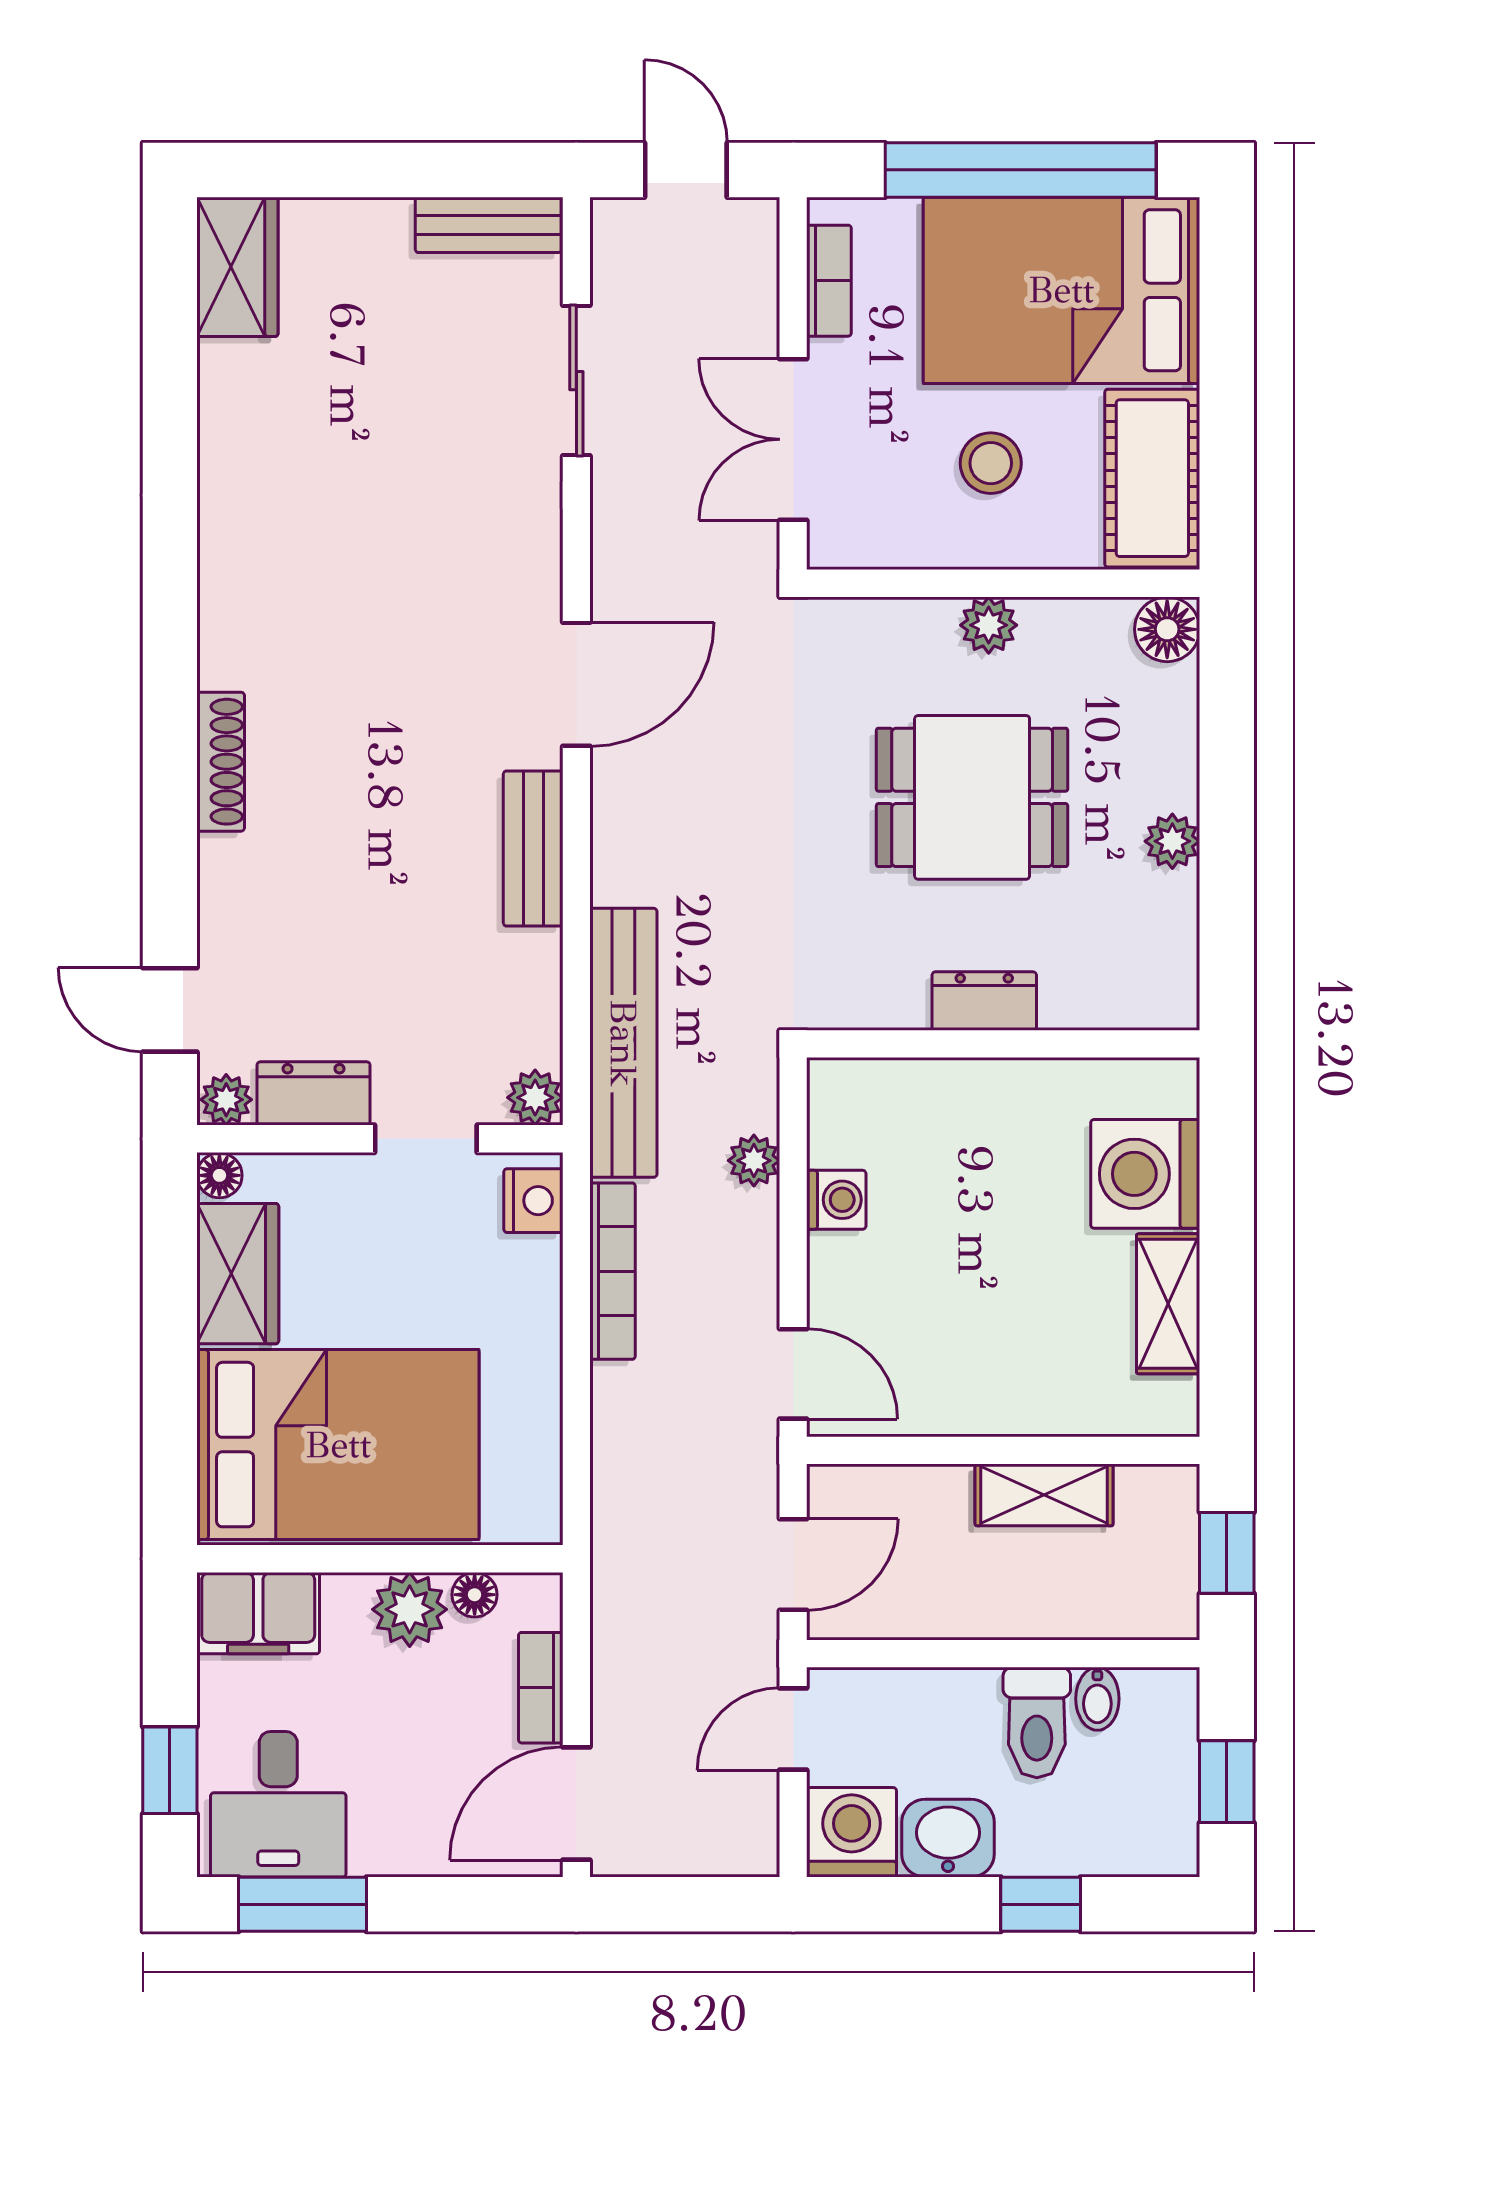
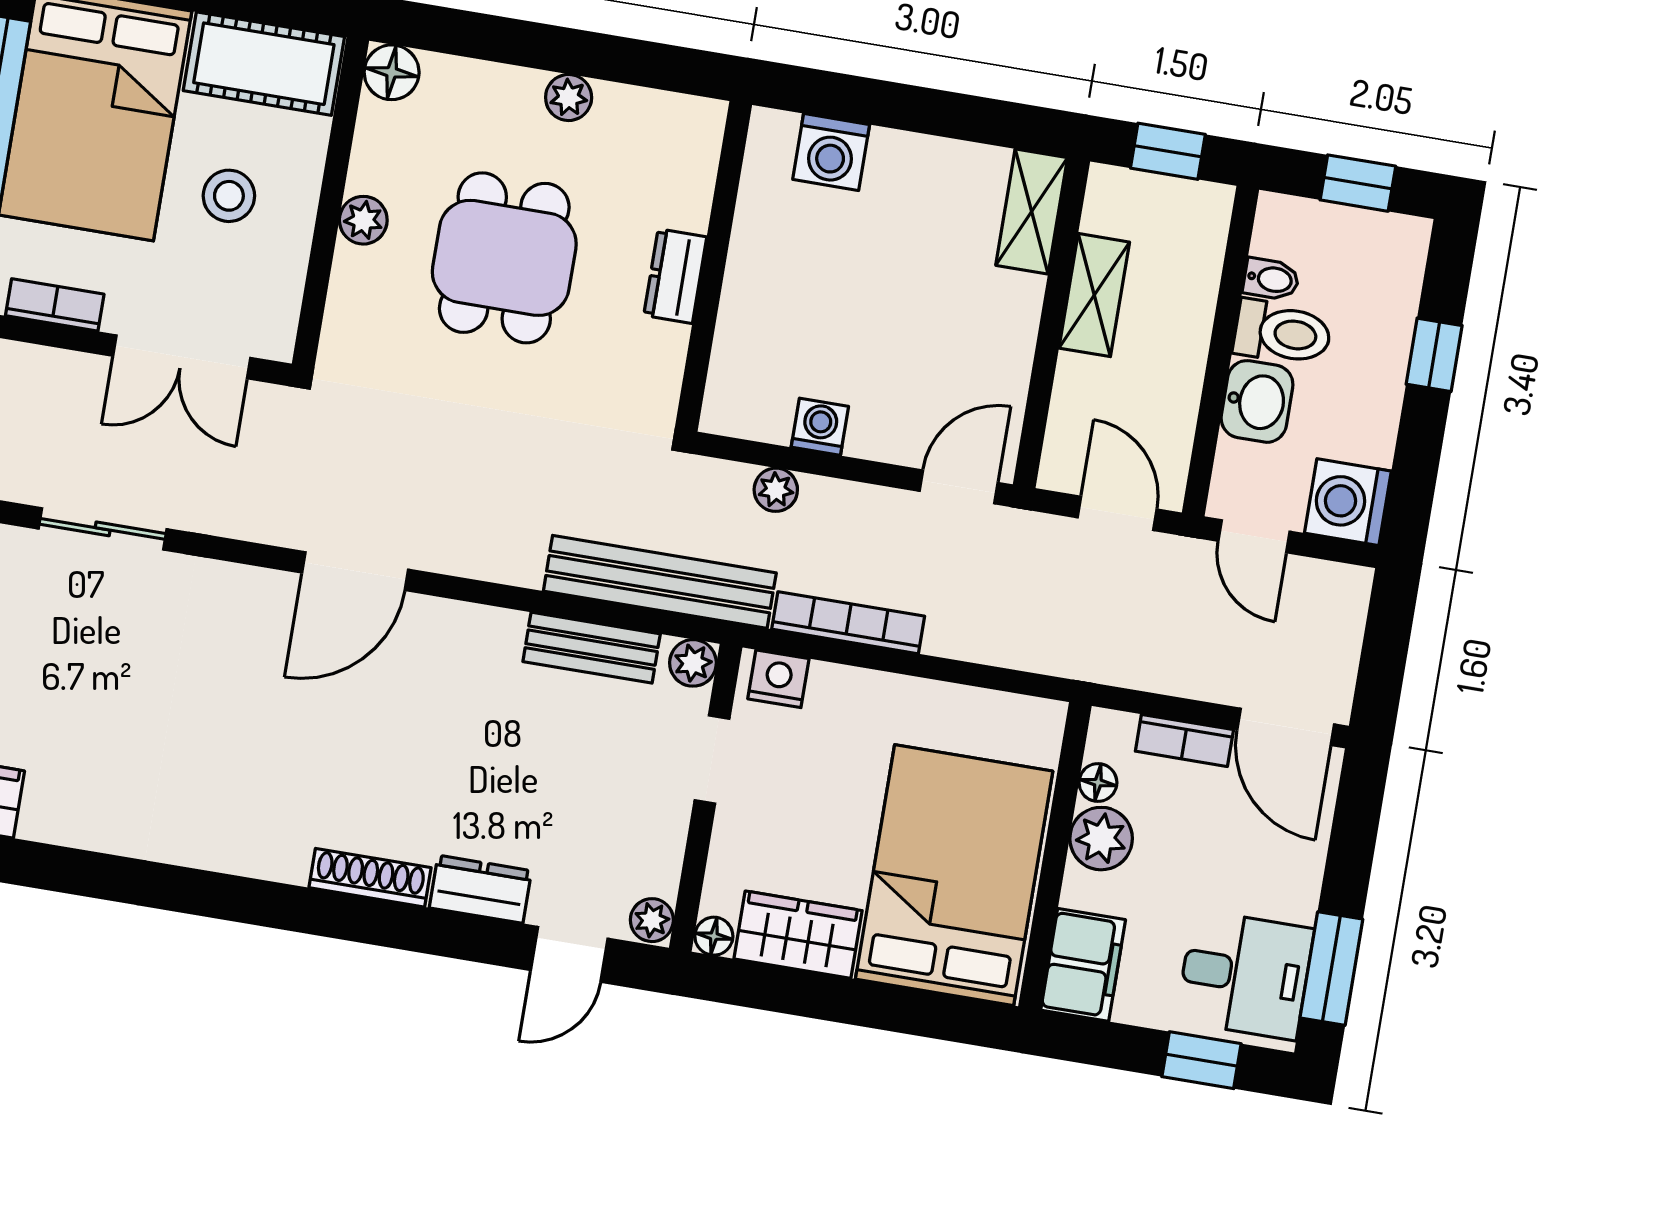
door: (576, 684) -> (355, 571), swing flipped
bench: (533, 848) -> (592, 648), moved
dresser: (314, 1093) -> (480, 889), moved, turned 90
washing machine: (1145, 1174) -> (831, 152), width x0.73, depth x0.73
shelving: (1168, 1304) -> (1032, 211), moved, turned 90
washbasin: (948, 1838) -> (1257, 401), moved, turned 180

